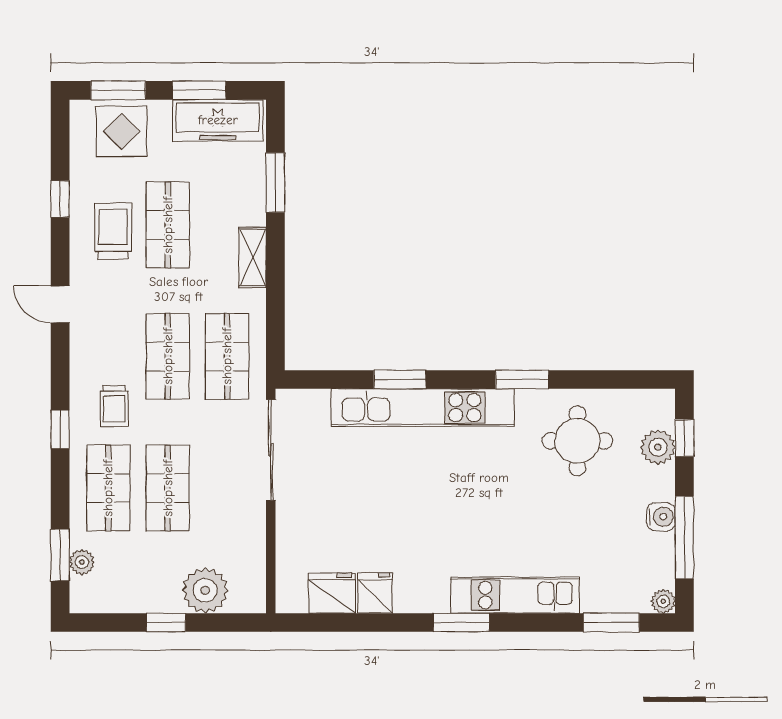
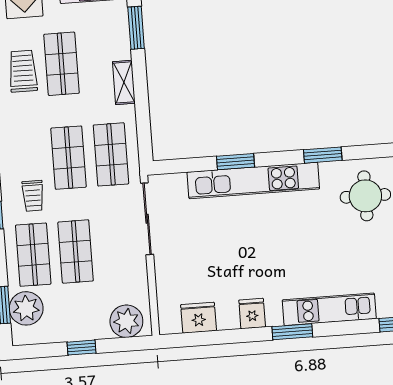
plant: (82, 562) -> (26, 308), width x1.88, depth x1.88
plant: (205, 590) -> (126, 321), moved
fridge: (375, 593) -> (252, 314), moved

